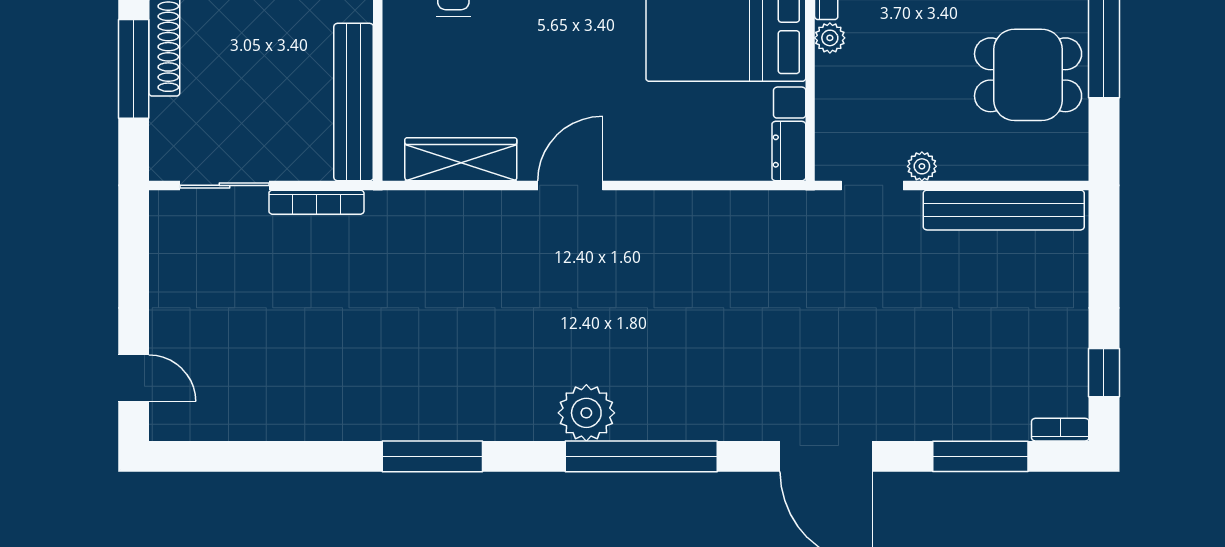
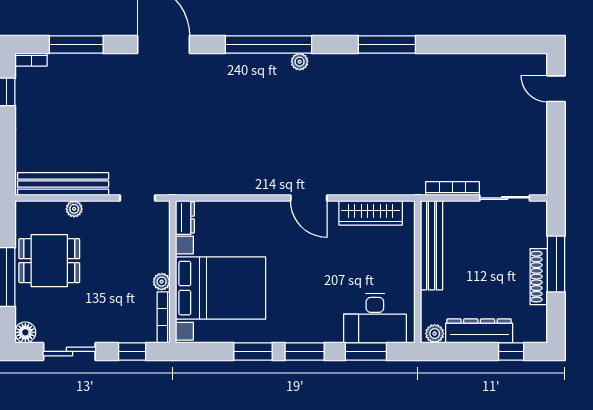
plant: (922, 166) -> (74, 209), moved
door: (570, 185) -> (309, 198), hinge flipped
plant: (586, 413) -> (300, 62), width x0.53, depth x0.53

